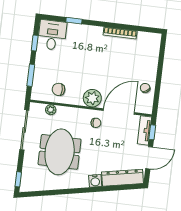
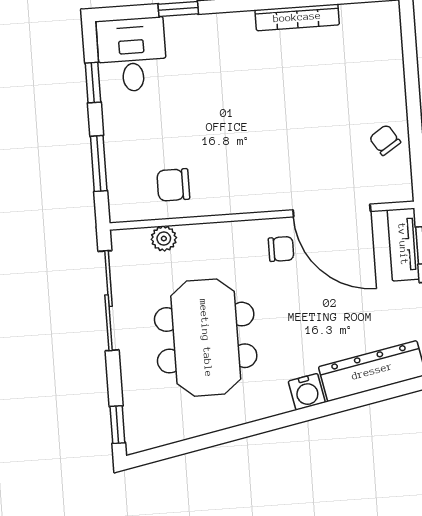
plant: (92, 98) -> (260, 190), removed
door: (119, 112) -> (332, 211), swing flipped

